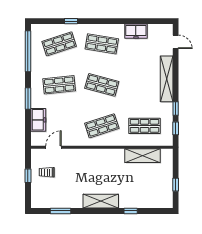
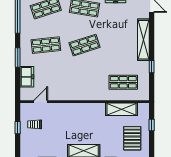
shop shelf: (102, 85) -> (85, 45), turned -33
shop shelf: (102, 126) -> (85, 82), removed
window: (176, 128) -> (152, 85), removed
window: (176, 185) -> (152, 125), moved
pallet: (154, 187) -> (132, 138), added

